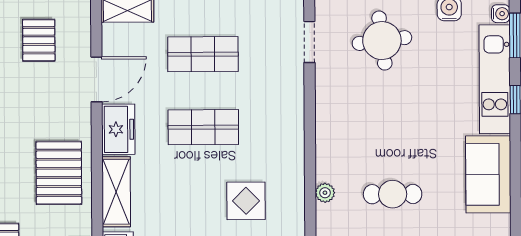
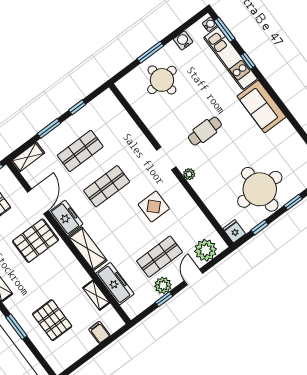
doorway: (309, 42) -> (166, 158), moved
pallet: (59, 173) -> (35, 241), moved, turned 90
cafe table: (393, 194) -> (205, 131), moved

